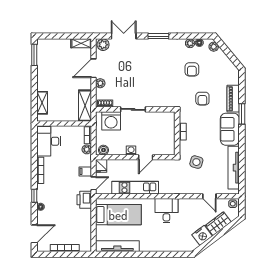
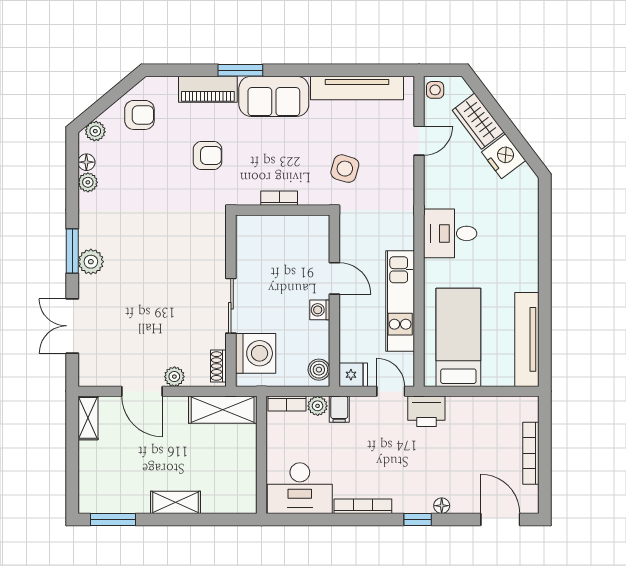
plant: (103, 45) -> (91, 262), moved
armchair: (192, 69) -> (139, 115), moved
shelving: (42, 103) -> (175, 502), moved
filing cabinet: (85, 171) -> (339, 409), moved

